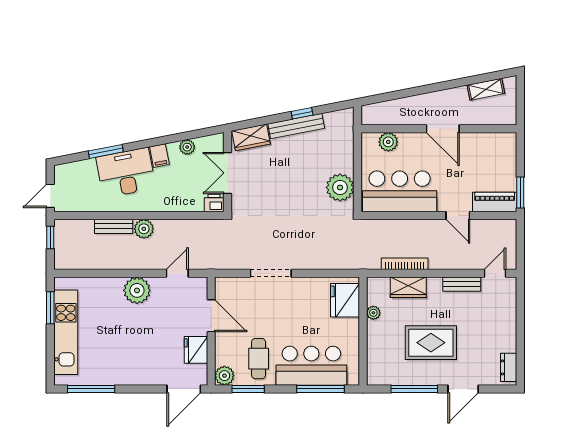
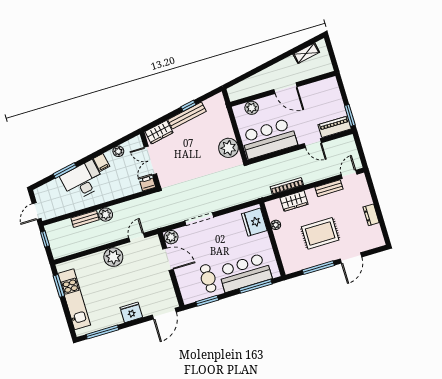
fridge: (196, 350) -> (131, 312), moved, turned 90
dresser: (509, 367) -> (371, 215), moved
plant: (224, 376) -> (171, 237), moved

